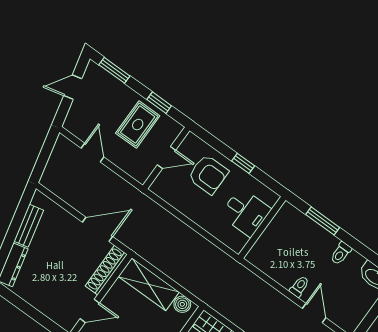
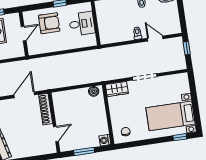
shelving: (149, 284) -> (70, 97), removed

